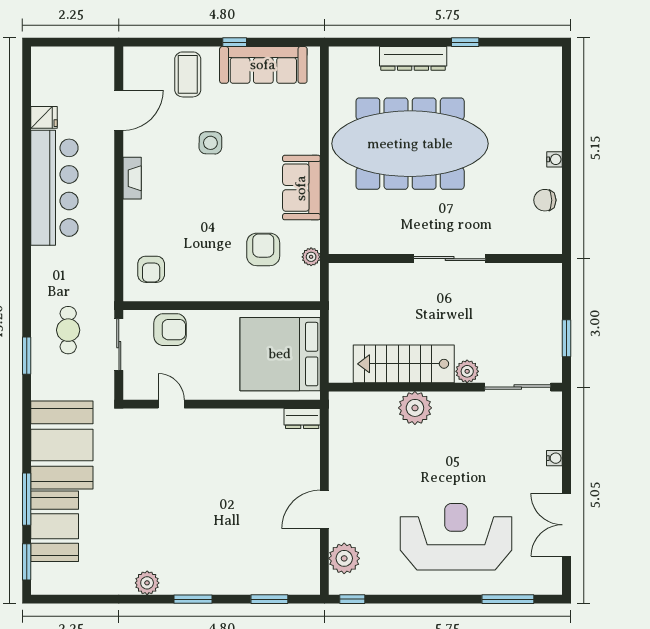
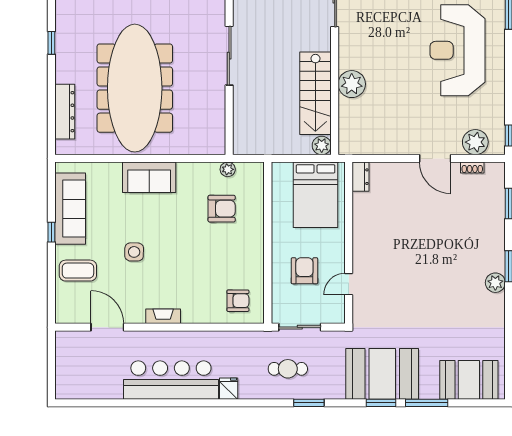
dresser: (413, 58) -> (65, 112), moved
fridge: (44, 117) -> (229, 389), moved
sofa: (301, 188) -> (149, 177), moved
armchair: (263, 249) -> (222, 209), turned 180
armchair: (170, 330) -> (304, 271), moved
bed: (280, 354) -> (316, 195), width x0.73
plant: (467, 371) -> (322, 145), moved
booth: (55, 526) -> (469, 380), moved
shoe rack: (313, 555) -> (472, 168), added
window: (27, 562) -> (381, 403), moved
plant: (147, 583) -> (495, 283), moved

